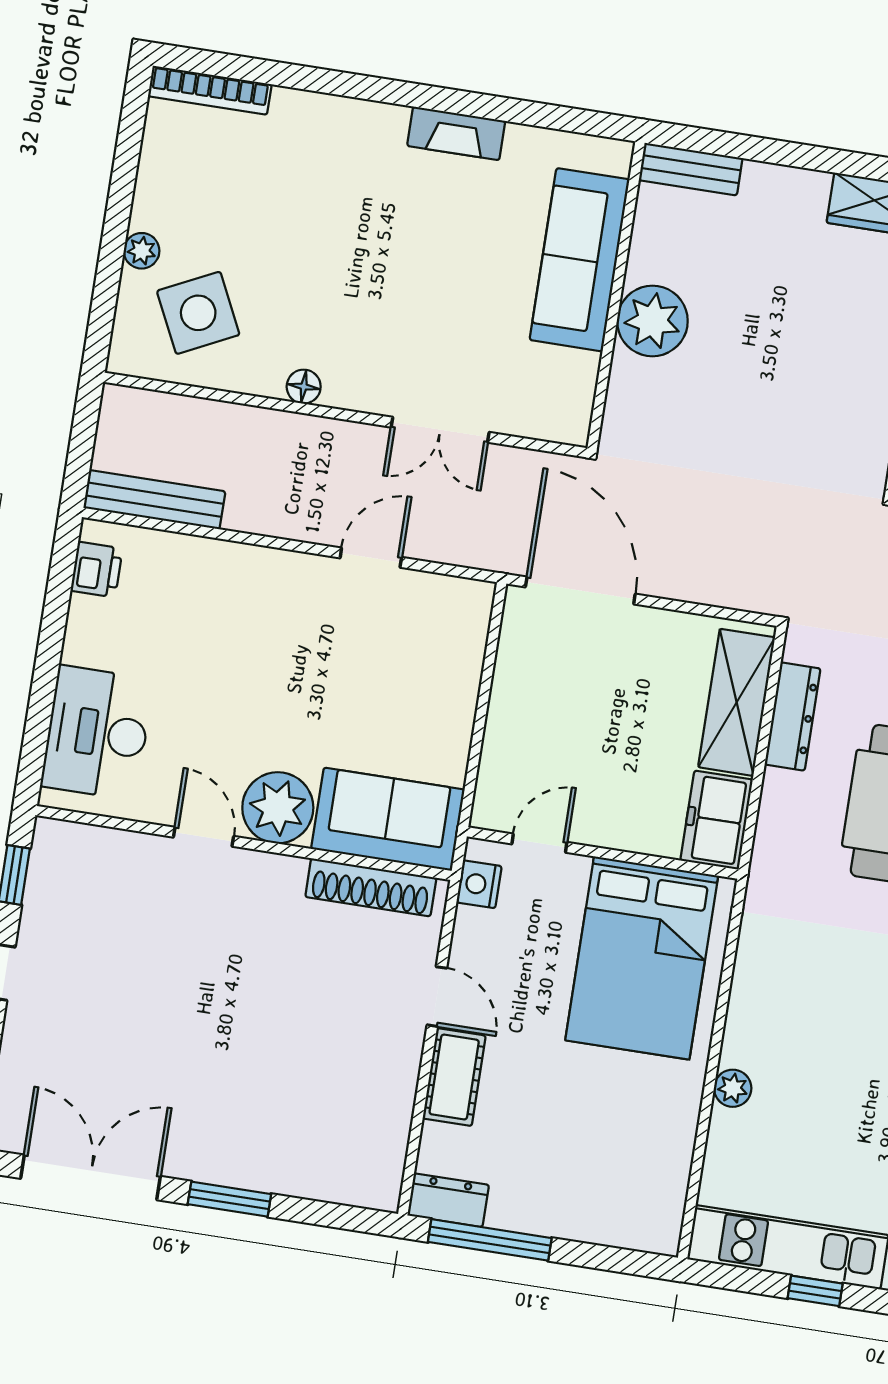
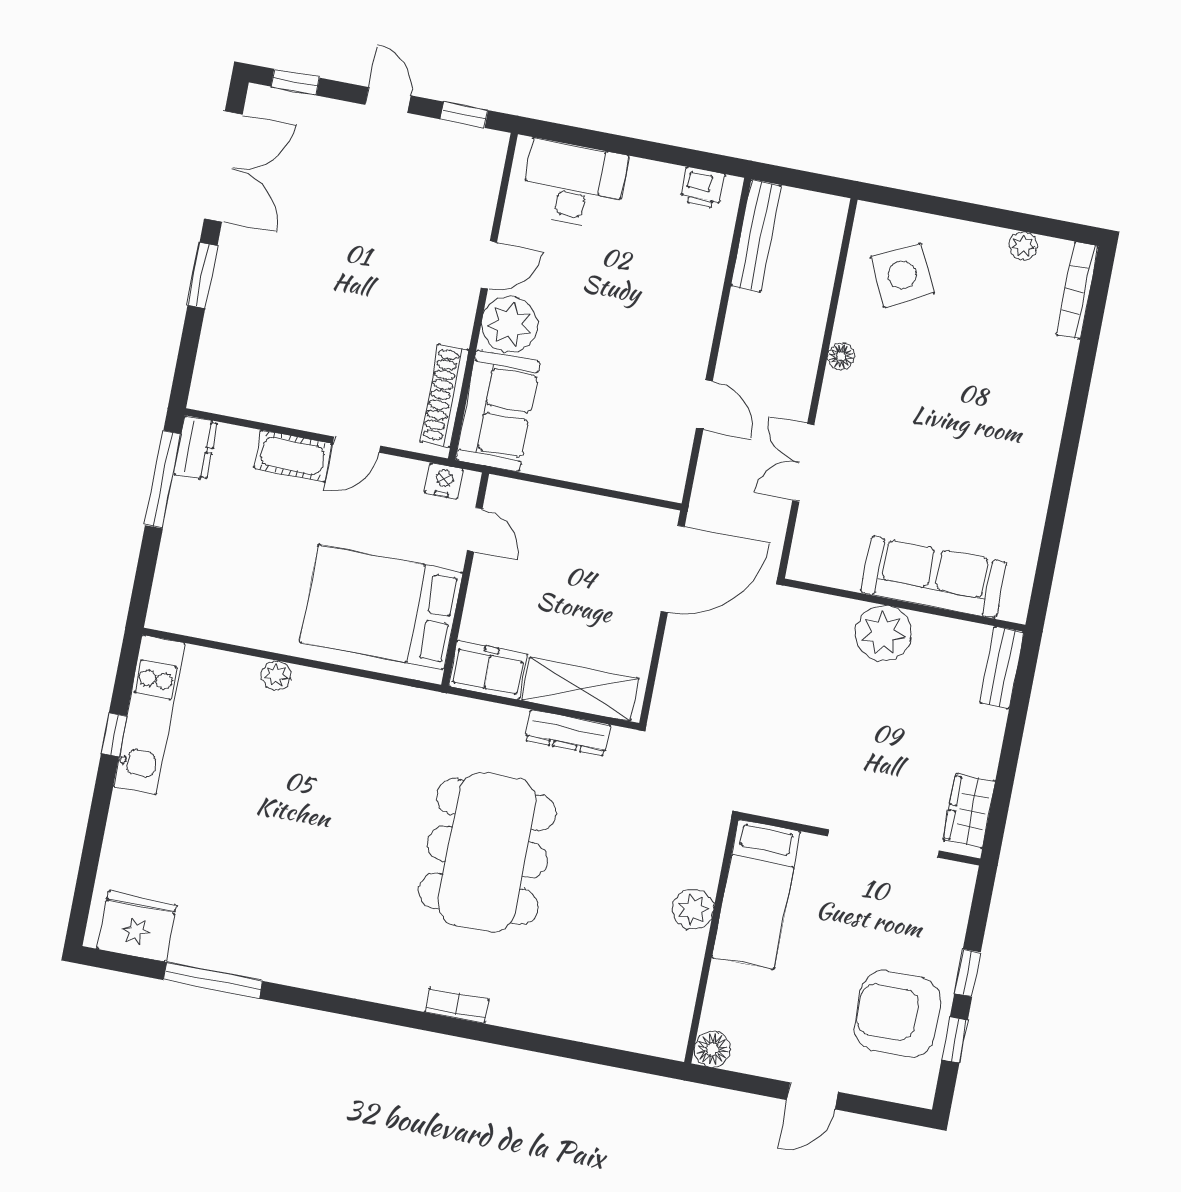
fireplace: (456, 133) -> (1037, 484), removed
plant: (142, 251) -> (1023, 246), moved

